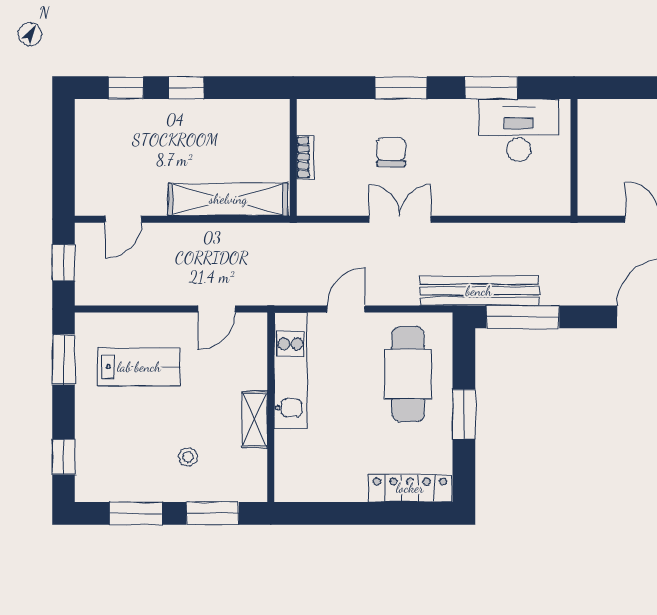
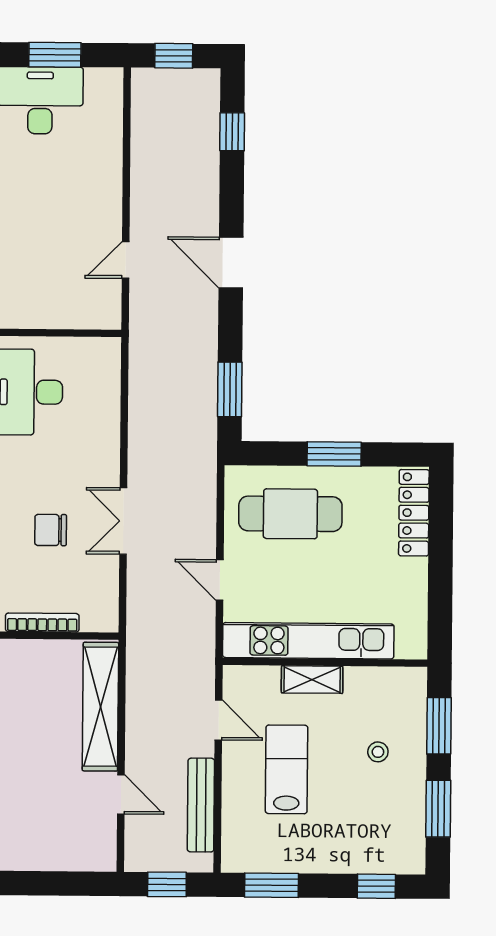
bookcase: (305, 157) -> (42, 623), width x1.56
door: (123, 219) -> (121, 794), moved
bench: (479, 291) -> (201, 805), moved, width x0.73, depth x0.82
window: (523, 317) -> (230, 389), width x0.69
lab bench: (139, 367) -> (287, 769), moved
kitchen unit: (290, 370) -> (308, 641), width x1.36
shelving: (255, 420) -> (312, 680), moved

